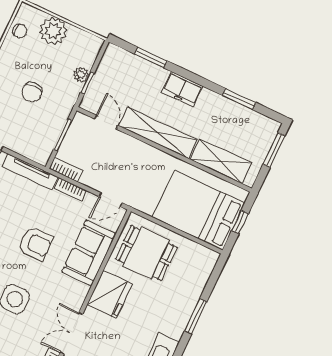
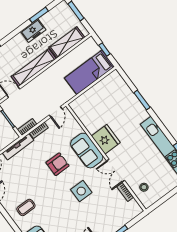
freezer: (182, 89) -> (33, 31), moved
bed: (199, 210) -> (89, 72), width x0.67
sofa: (89, 253) -> (87, 151), moved
dining table: (146, 253) -> (94, 108), removed

